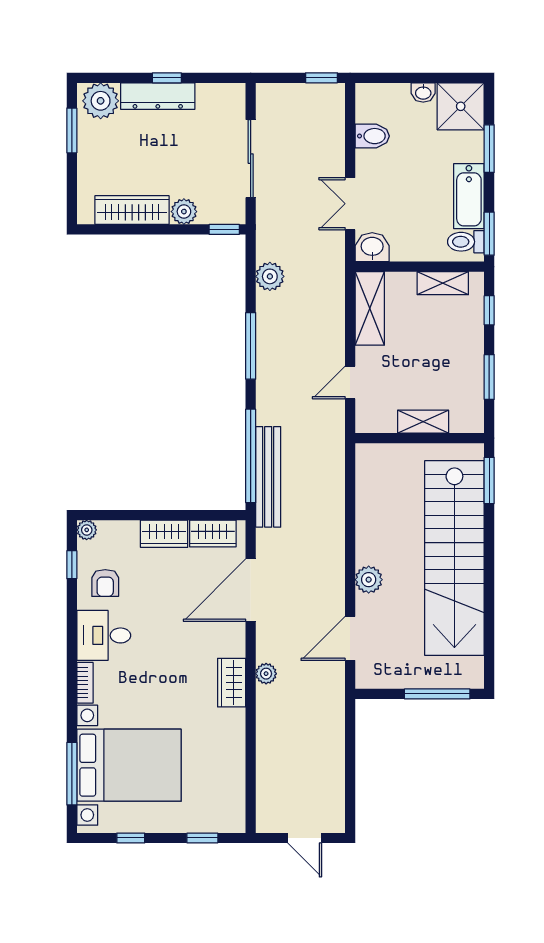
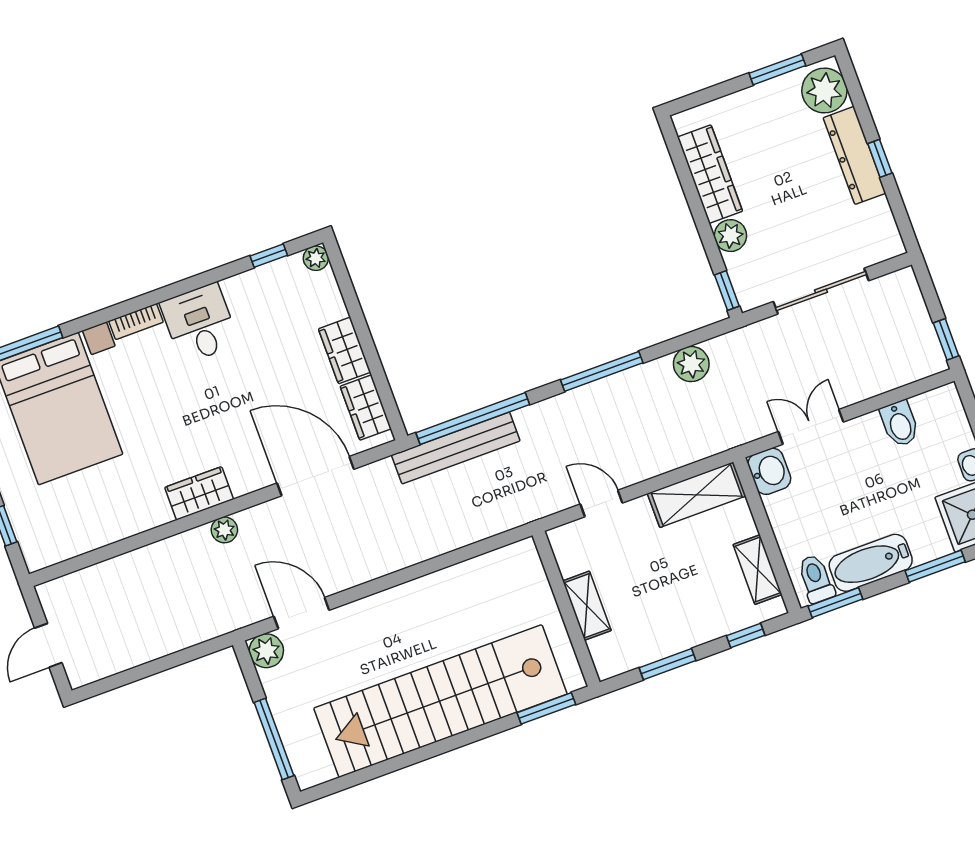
plant: (369, 580) -> (266, 651), moved
armchair: (105, 583) -> (262, 303), removed

